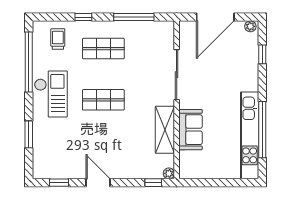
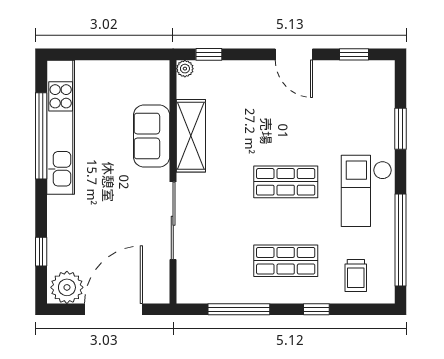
plant: (250, 26) -> (67, 287), width x1.88, depth x1.88

